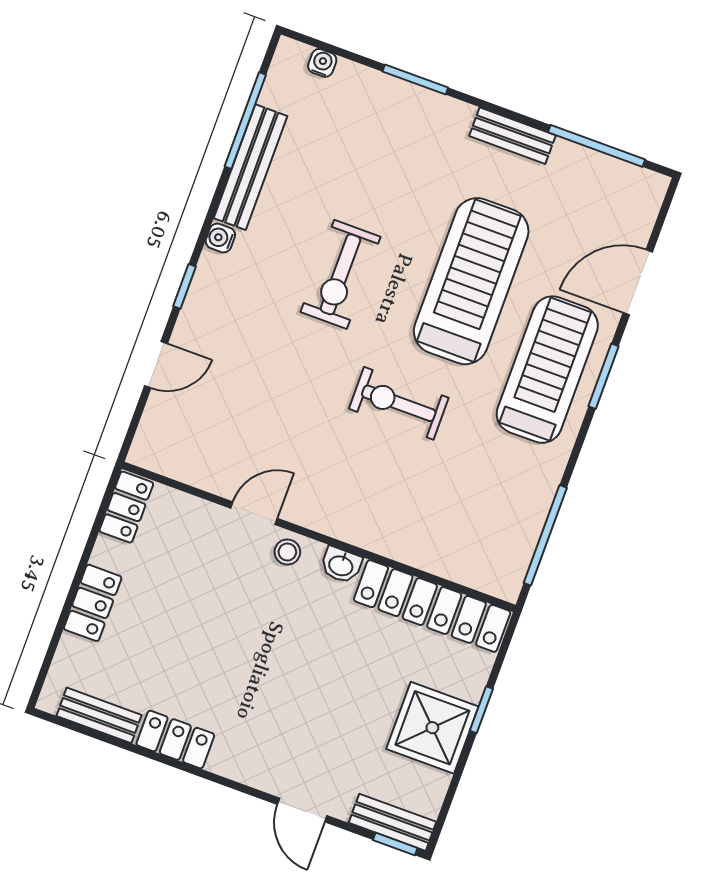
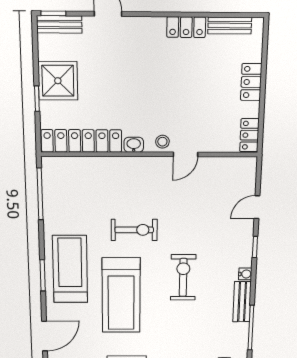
bench: (250, 167) -> (242, 302), width x0.73
door: (638, 282) -> (45, 336), moved
treadmill: (547, 370) -> (70, 269), turned 180

